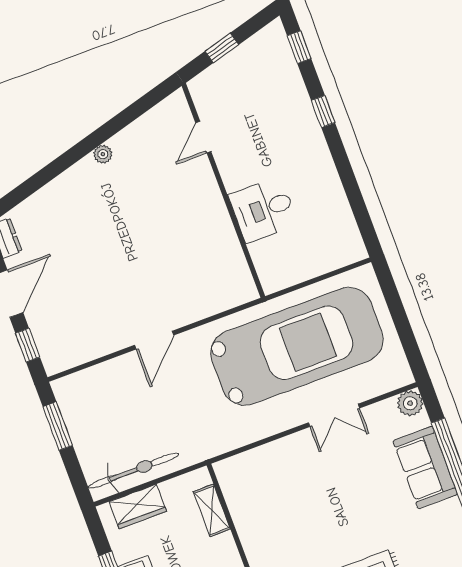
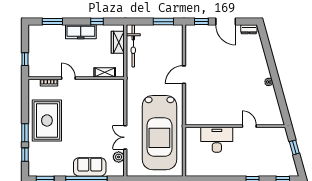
door: (203, 137) -> (249, 126), moved
desk: (263, 210) -> (217, 140), width x1.37
door: (154, 340) -> (184, 75), hinge flipped
plant: (410, 403) -> (119, 157), moved

